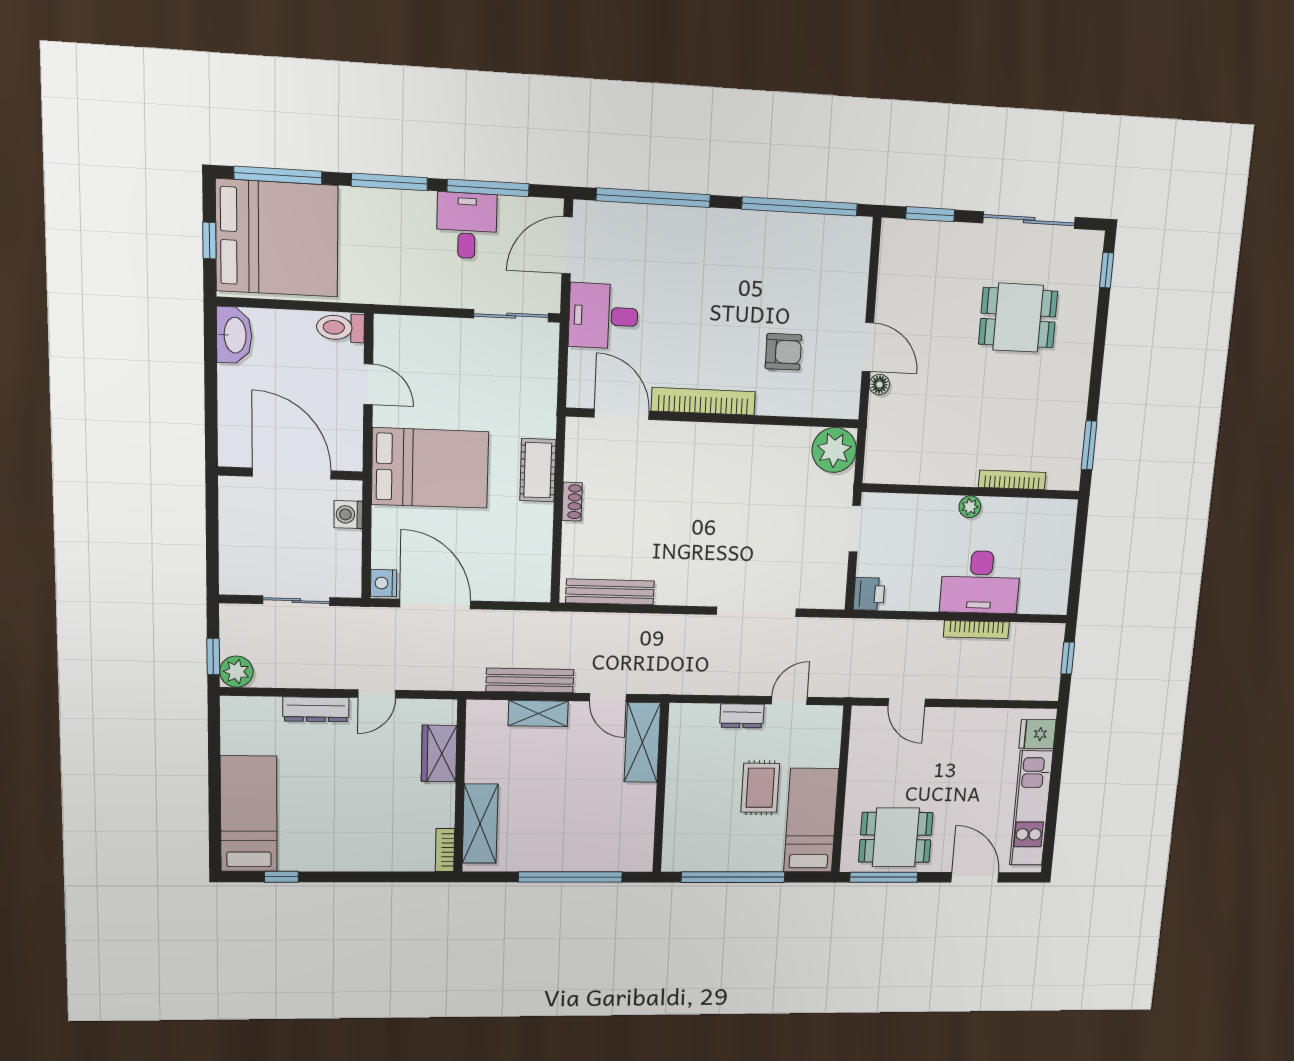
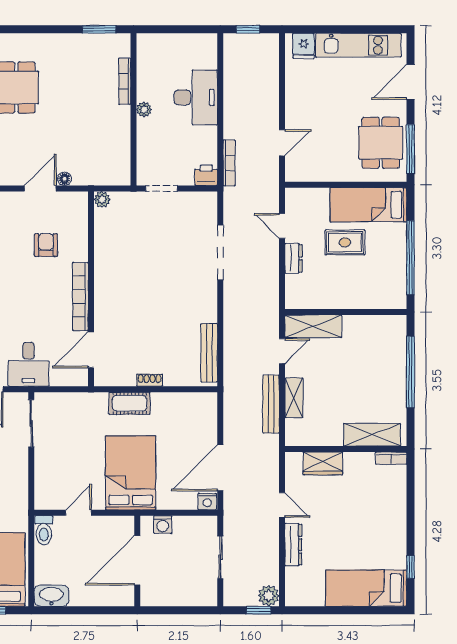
plant: (834, 450) -> (102, 199), width x0.53, depth x0.53
bookcase: (976, 629) -> (229, 163), moved

